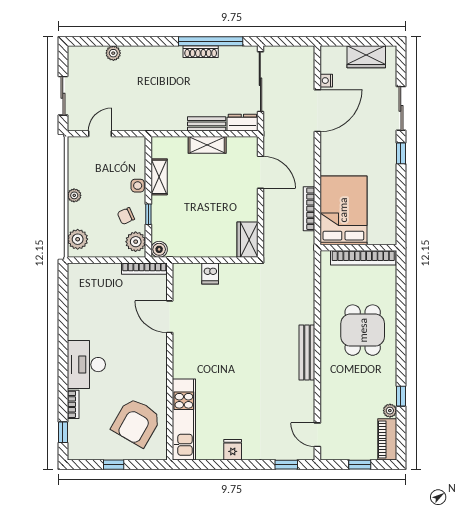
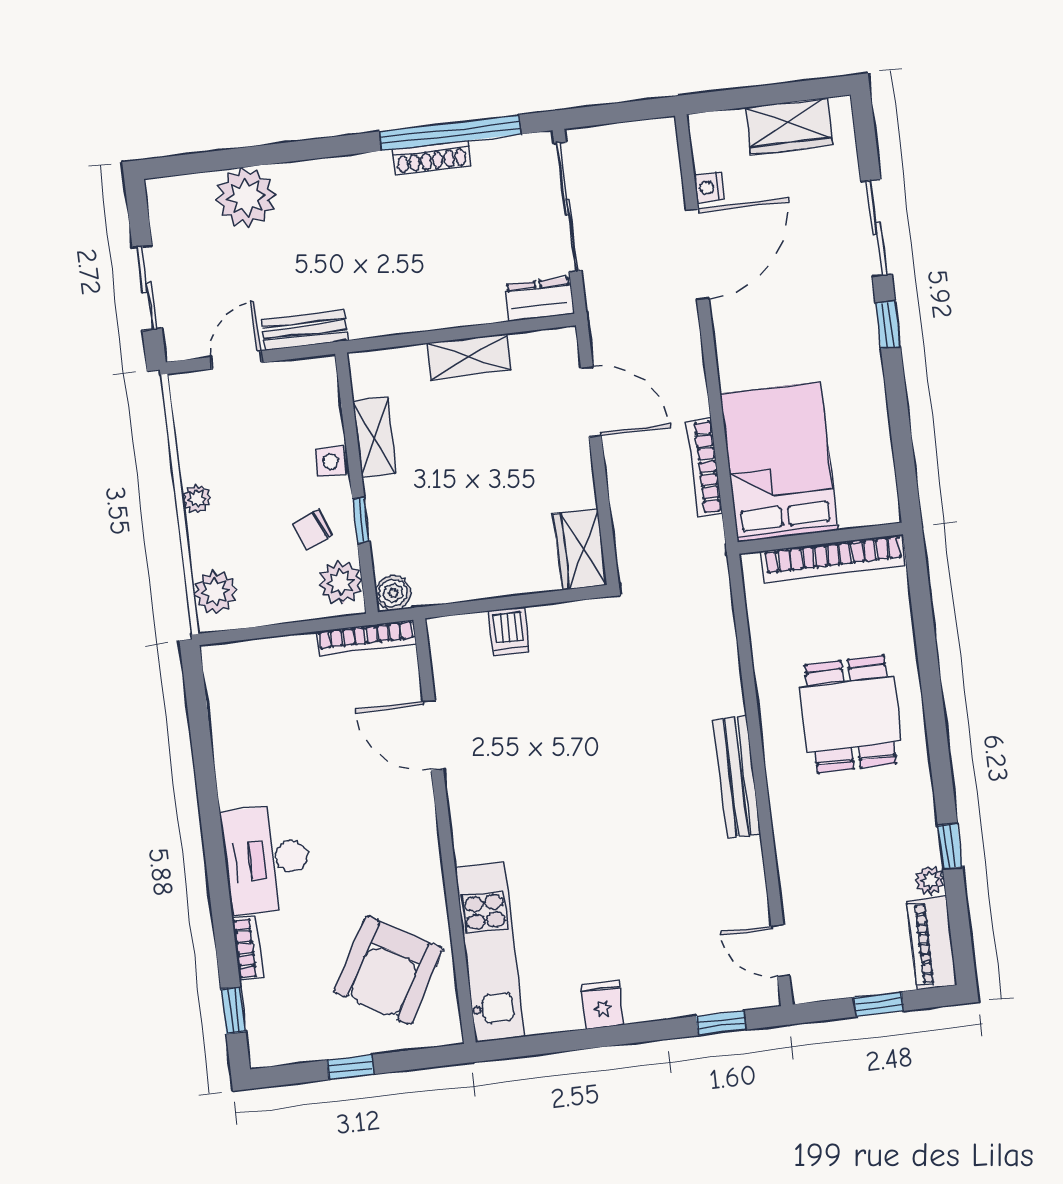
plant: (113, 53) -> (246, 197), width x1.88, depth x1.88
bench: (207, 124) -> (305, 330), moved

